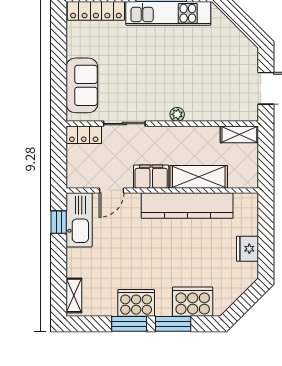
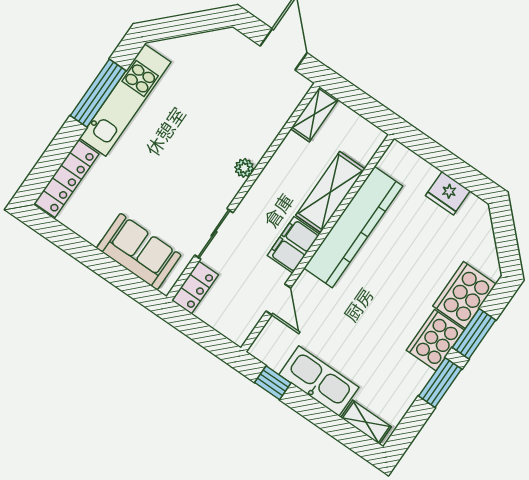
kitchen sink: (79, 220) -> (319, 381), moved
cooker: (136, 303) -> (435, 340), moved

